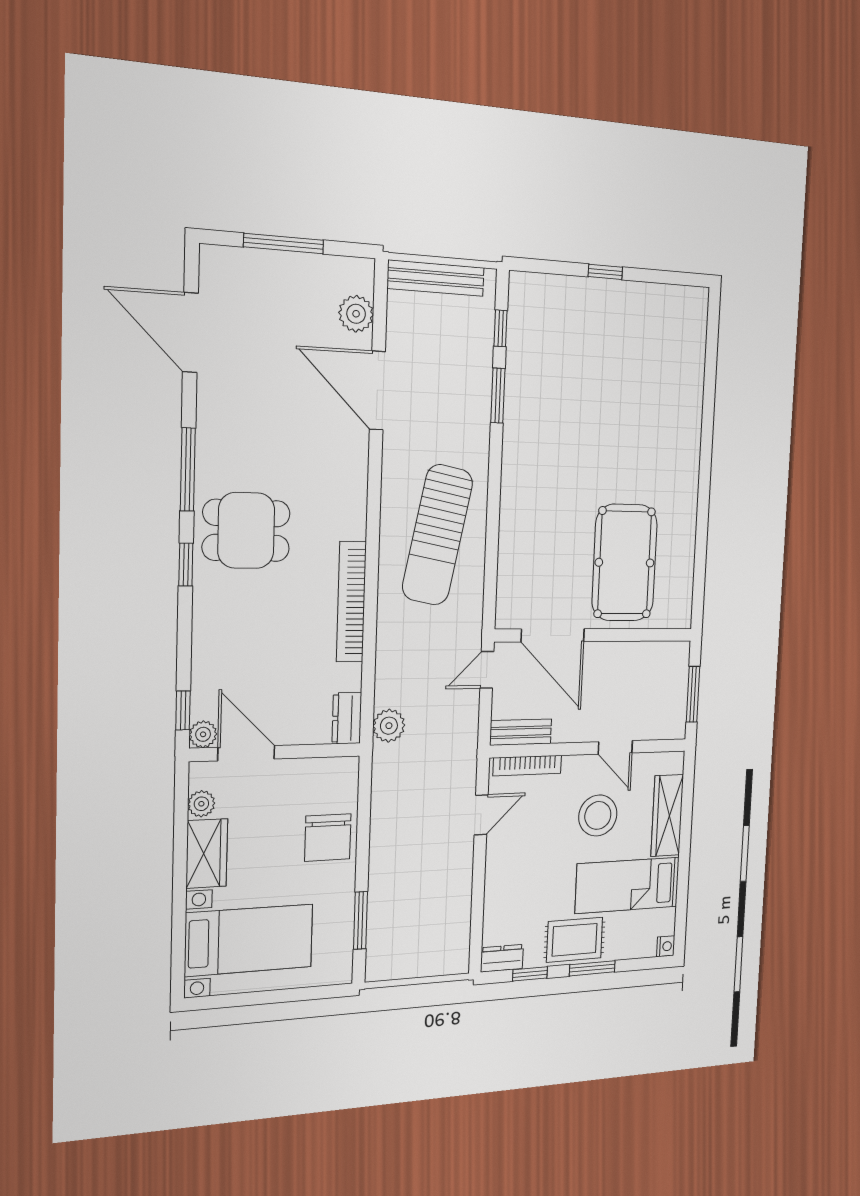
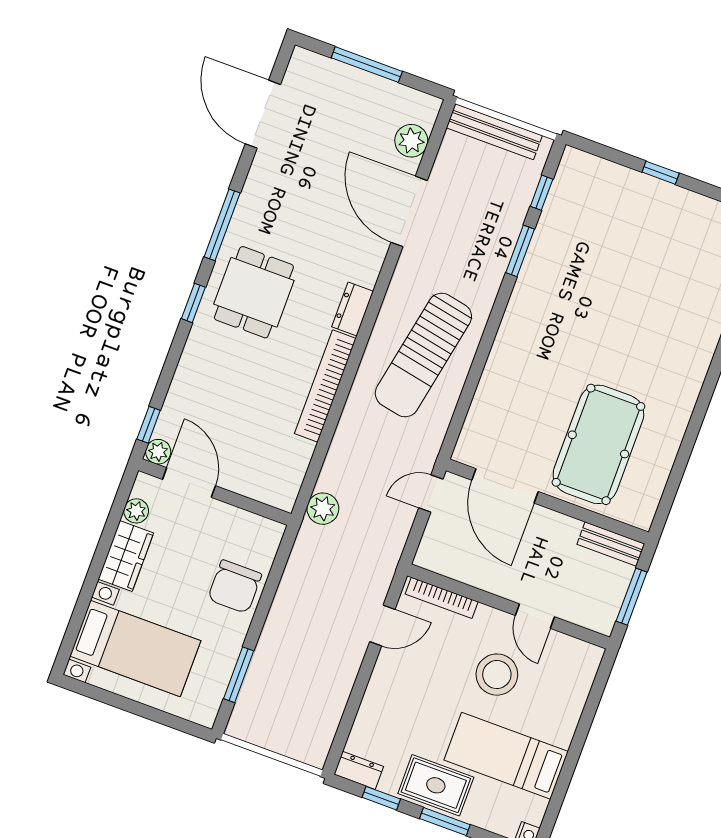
dining table: (246, 530) -> (254, 292), turned 90
dresser: (347, 718) -> (353, 309), moved
bench: (521, 732) -> (611, 544), moved
wardrobe: (667, 816) -> (568, 705), removed

